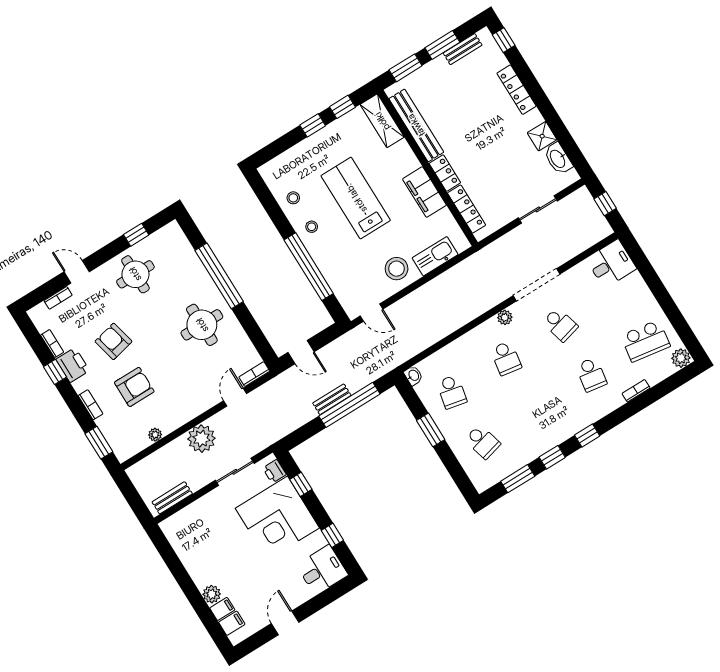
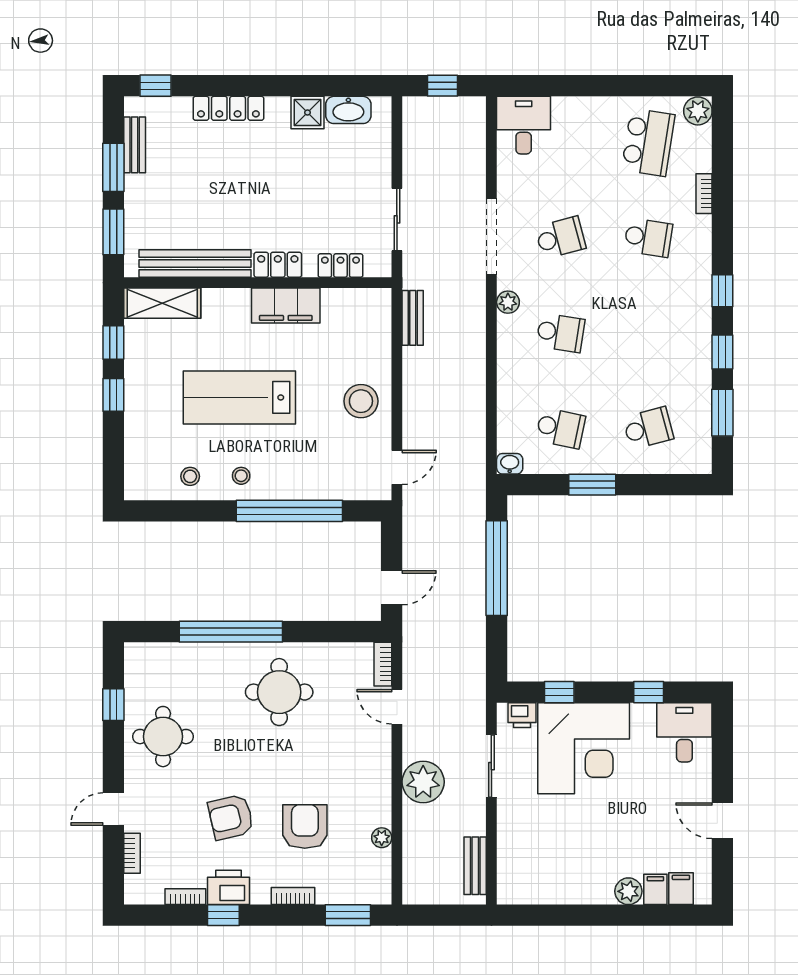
locker: (467, 209) -> (340, 266), width x0.66
sliding door: (538, 209) -> (397, 219), moved
kitchen sink: (435, 256) -> (376, 343), removed
bench: (332, 399) -> (413, 318), moved

